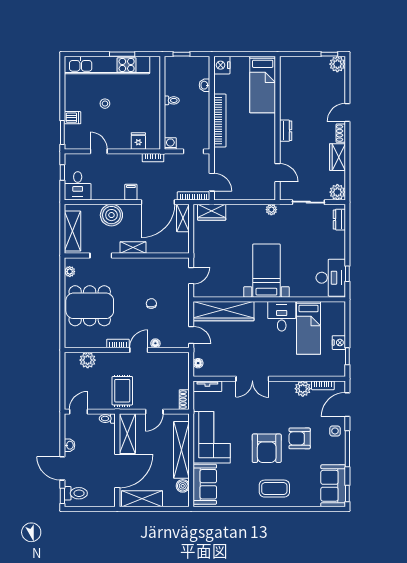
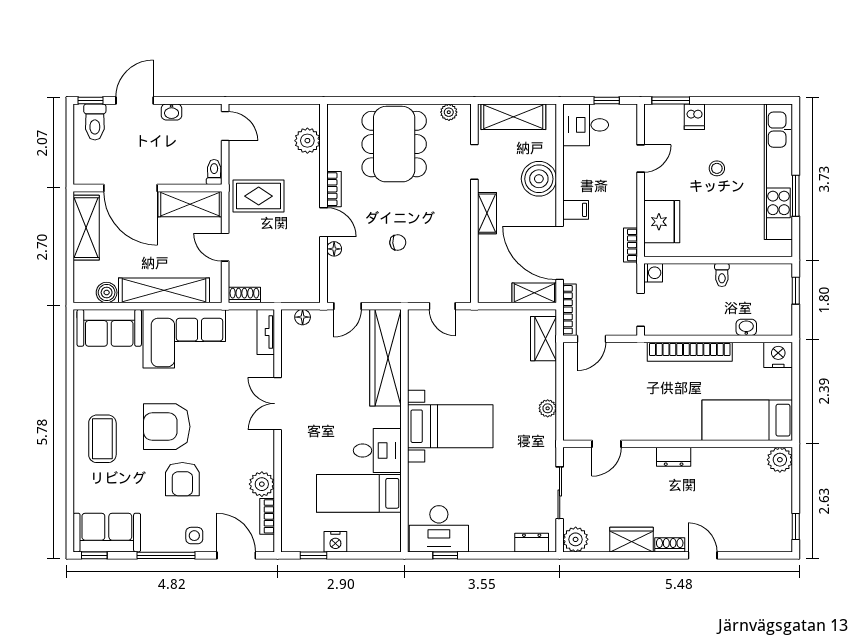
plant: (337, 64) -> (780, 460), moved
fridge: (138, 141) -> (662, 222), width x1.88, depth x1.34
plant: (271, 210) -> (548, 408), moved
armchair: (300, 438) -> (182, 479), turned 180

